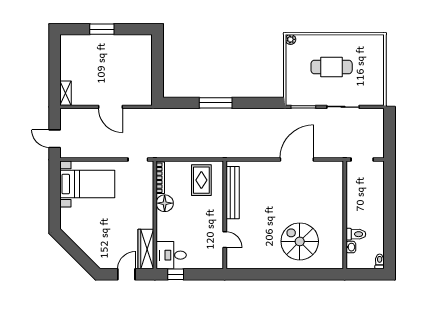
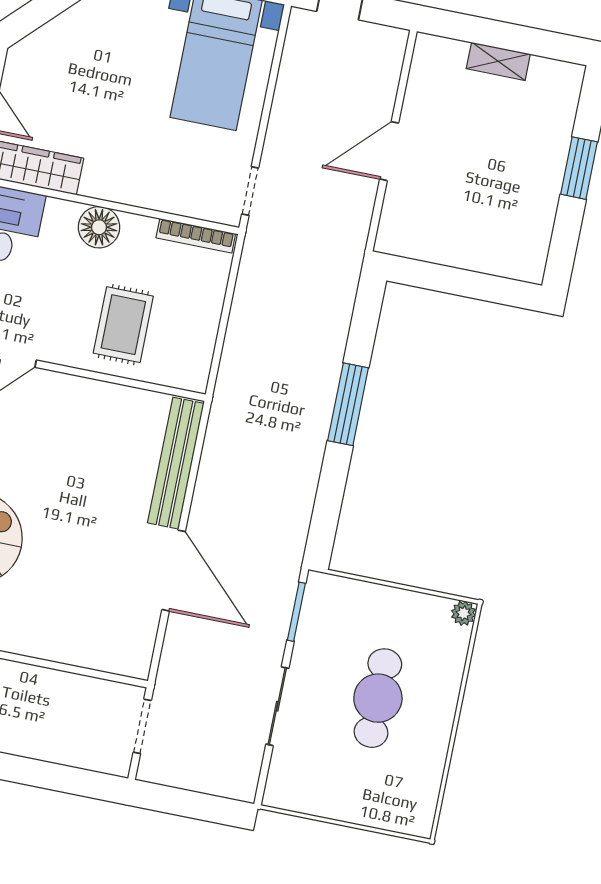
shelving: (66, 93) -> (498, 61), moved
rug: (201, 180) -> (123, 325), moved, turned 90
bench: (233, 193) -> (176, 463), moved, turned 90
floor lamp: (165, 203) -> (99, 227), moved

